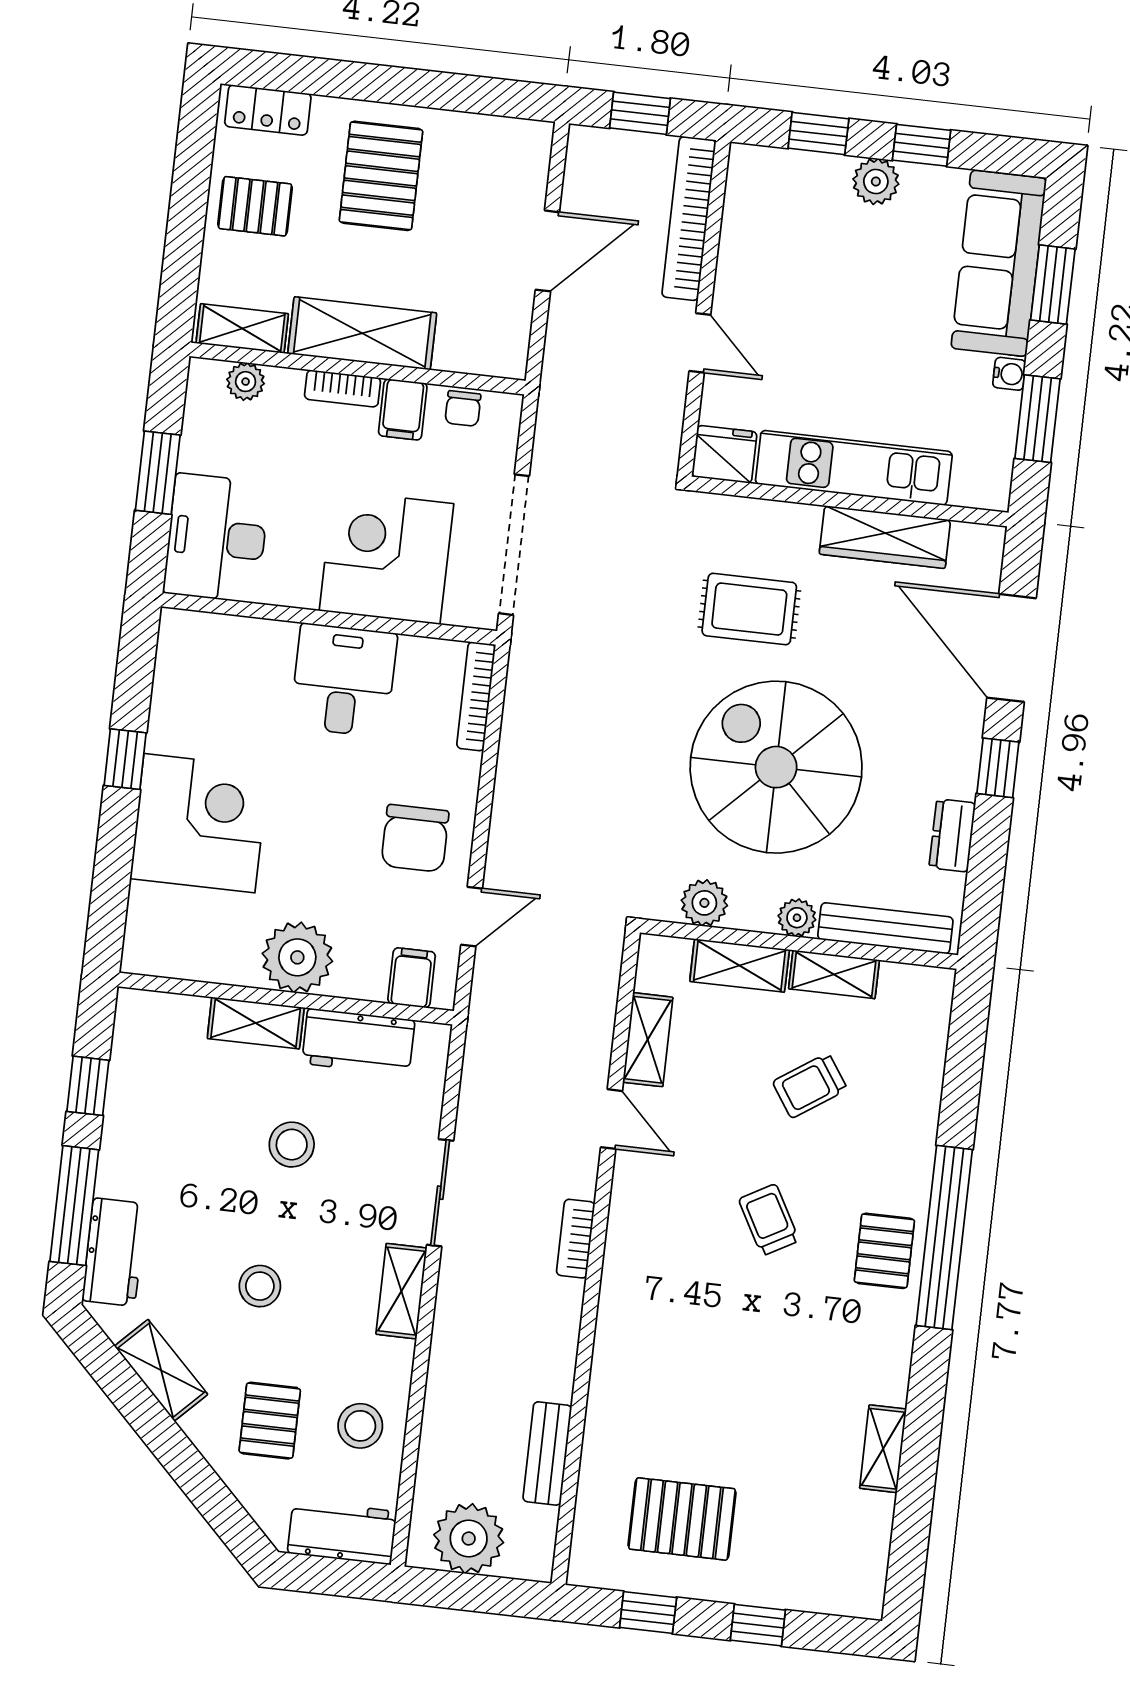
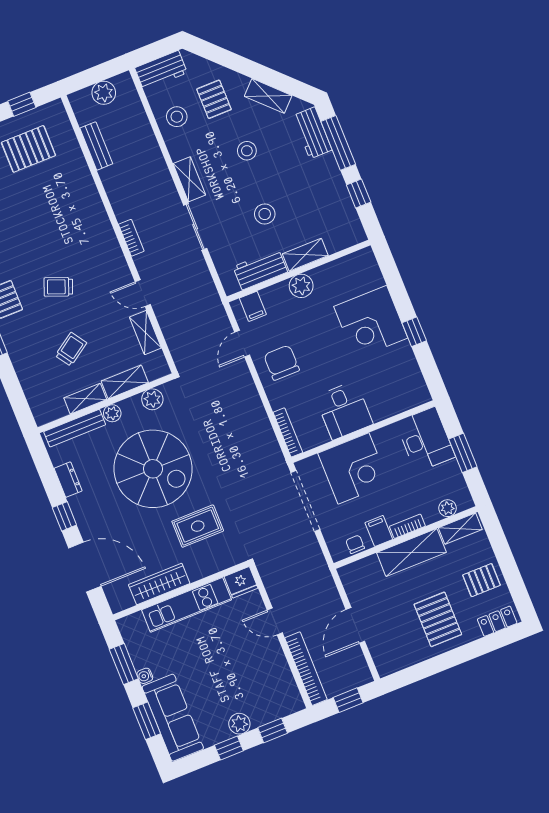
plant: (297, 957) -> (301, 286), width x0.73, depth x0.73
trolley: (769, 1220) -> (58, 287), turned 140
plant: (469, 1539) -> (104, 93), width x0.73, depth x0.73

